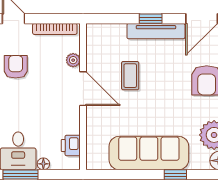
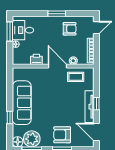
coffee table: (130, 76) -> (76, 77), moved
door: (83, 89) -> (57, 66), swing flipped
printer: (71, 145) -> (36, 59), moved

